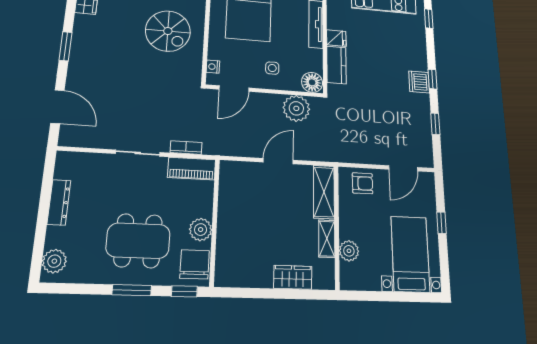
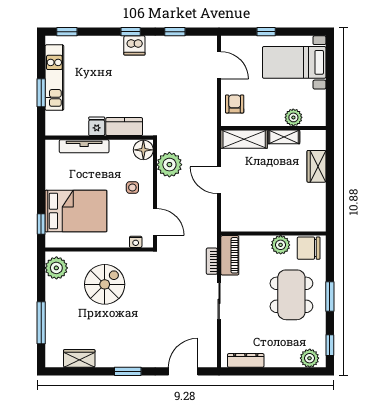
dresser: (59, 202) -> (246, 360), moved
window: (184, 291) -> (330, 345), moved

